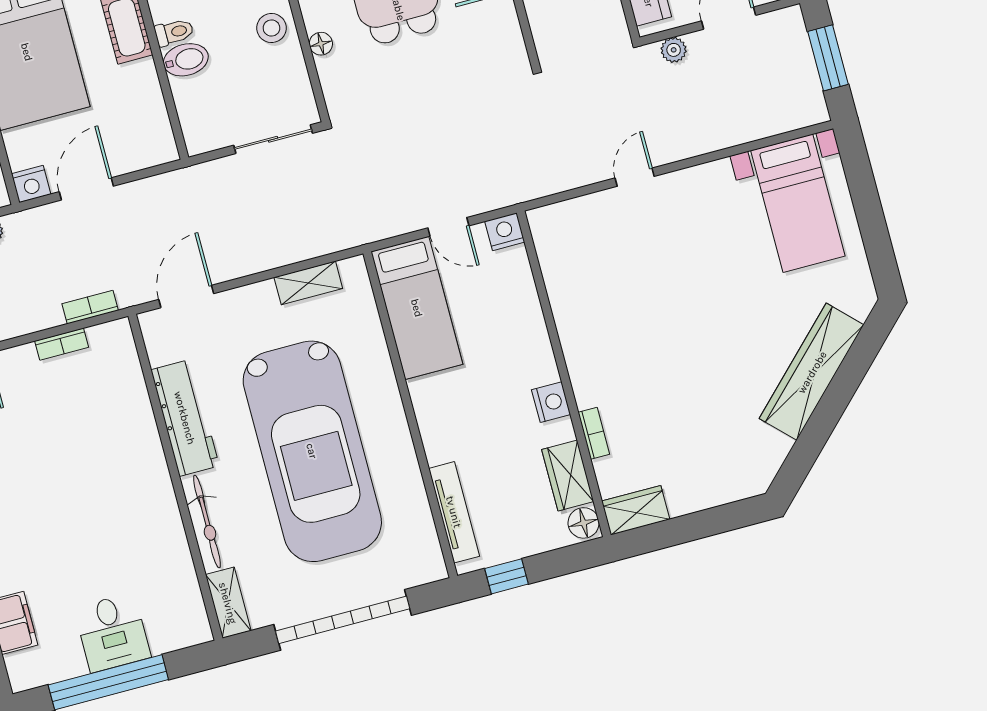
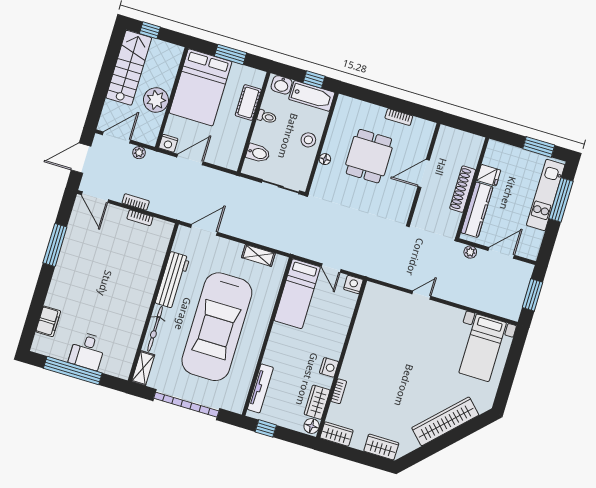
bidet: (186, 60) -> (258, 153), moved
bookcase: (90, 307) -> (136, 202), moved
wardrobe: (728, 485) -> (381, 447), added

